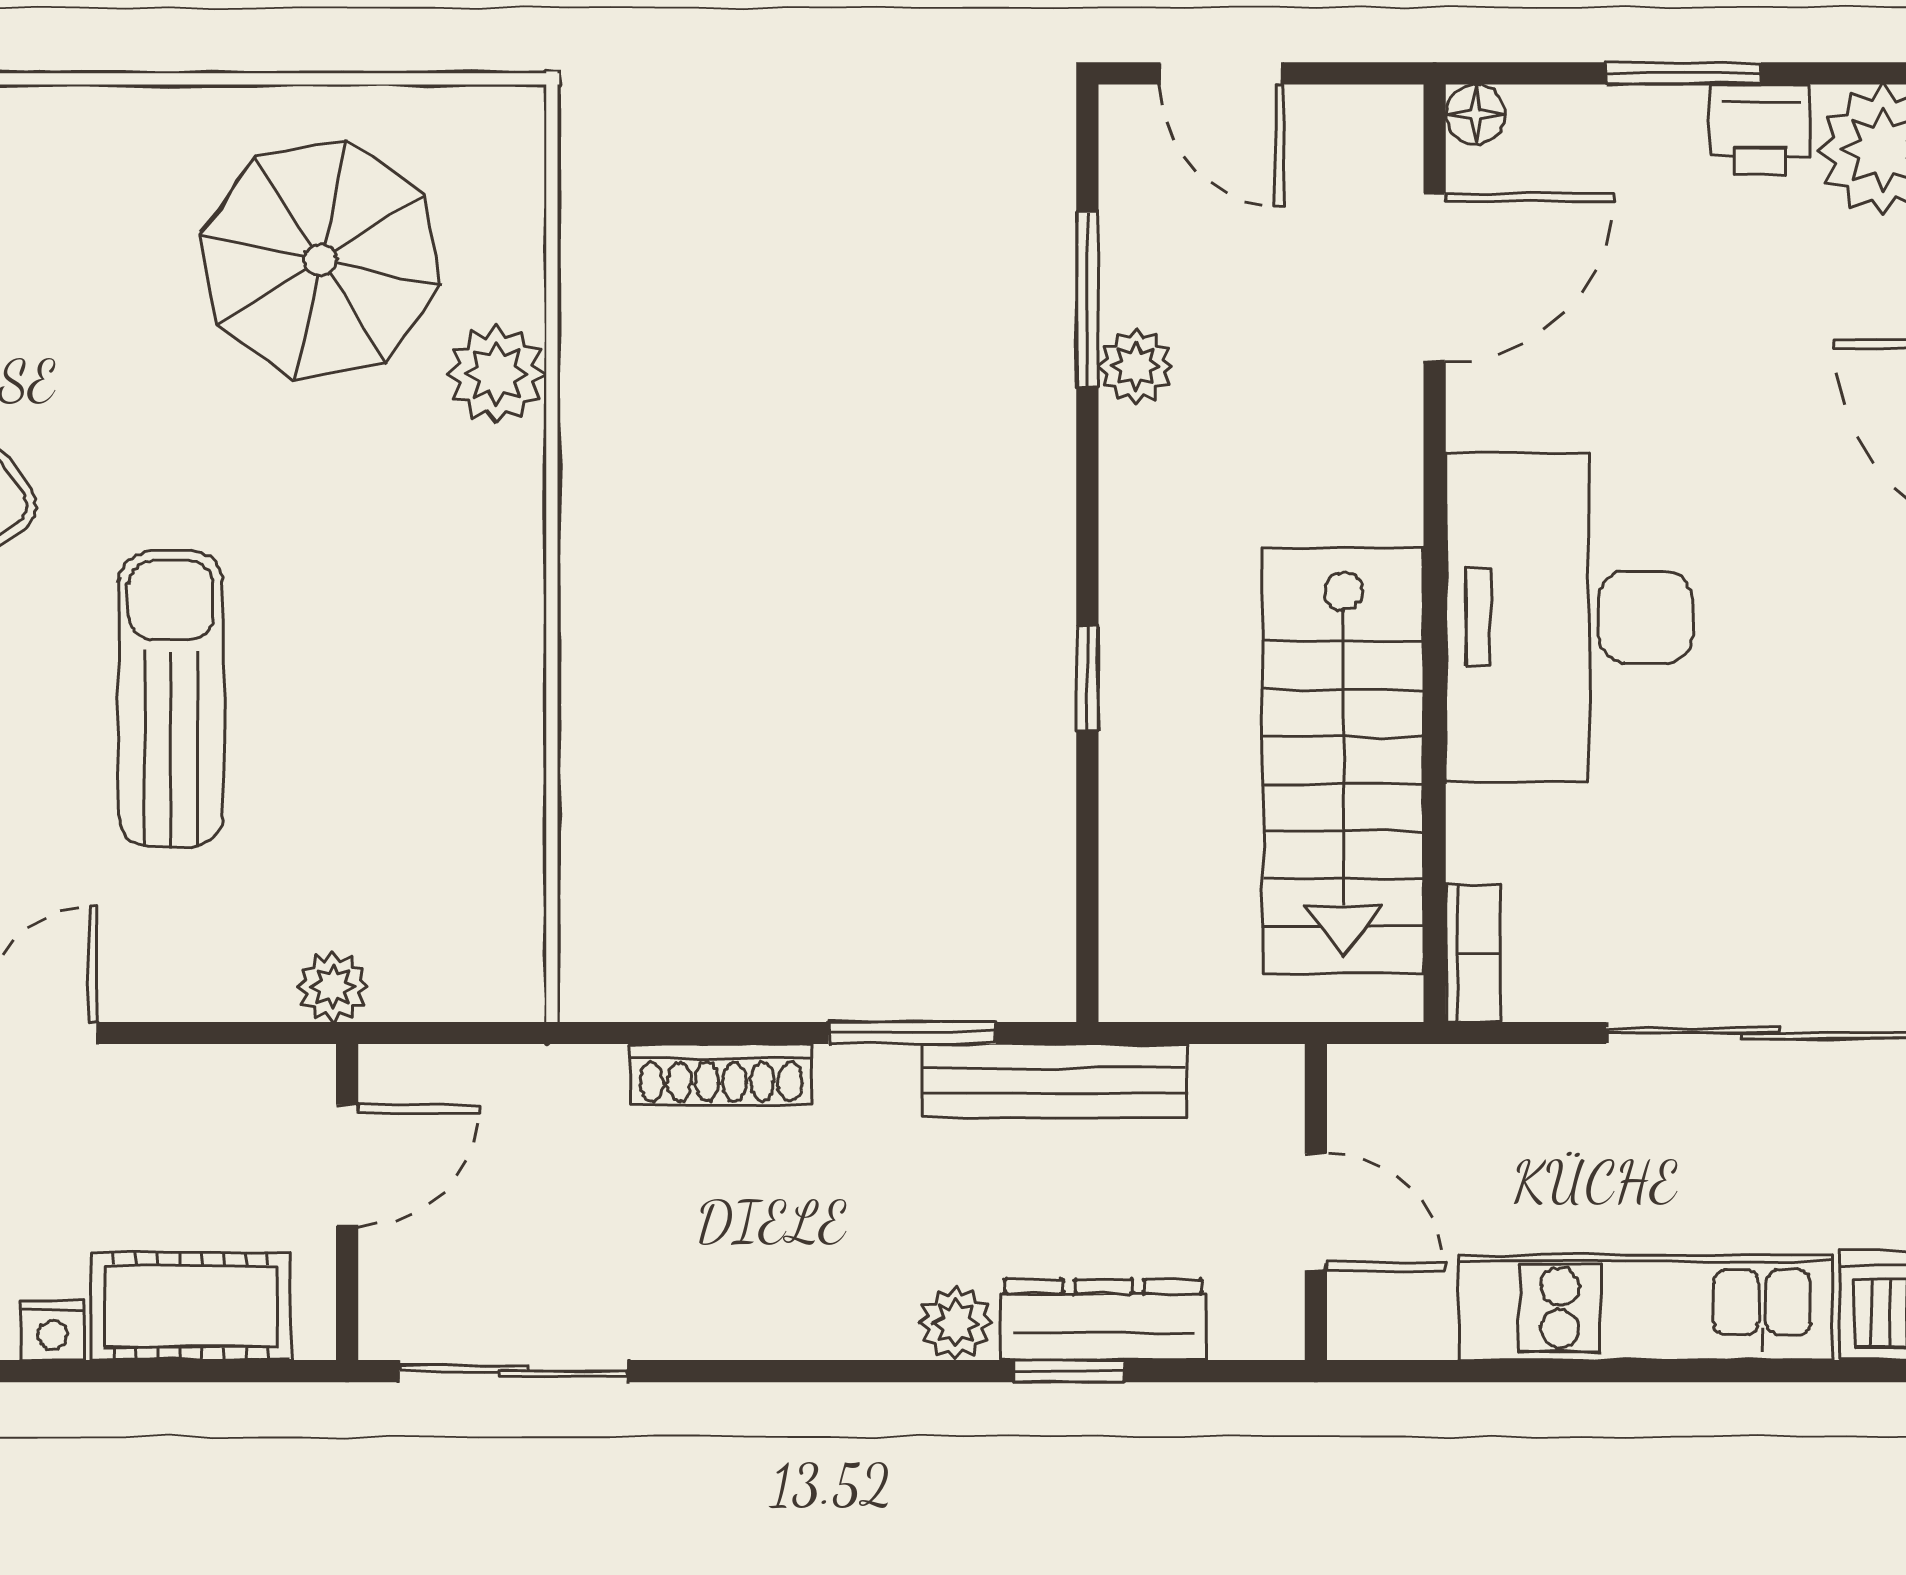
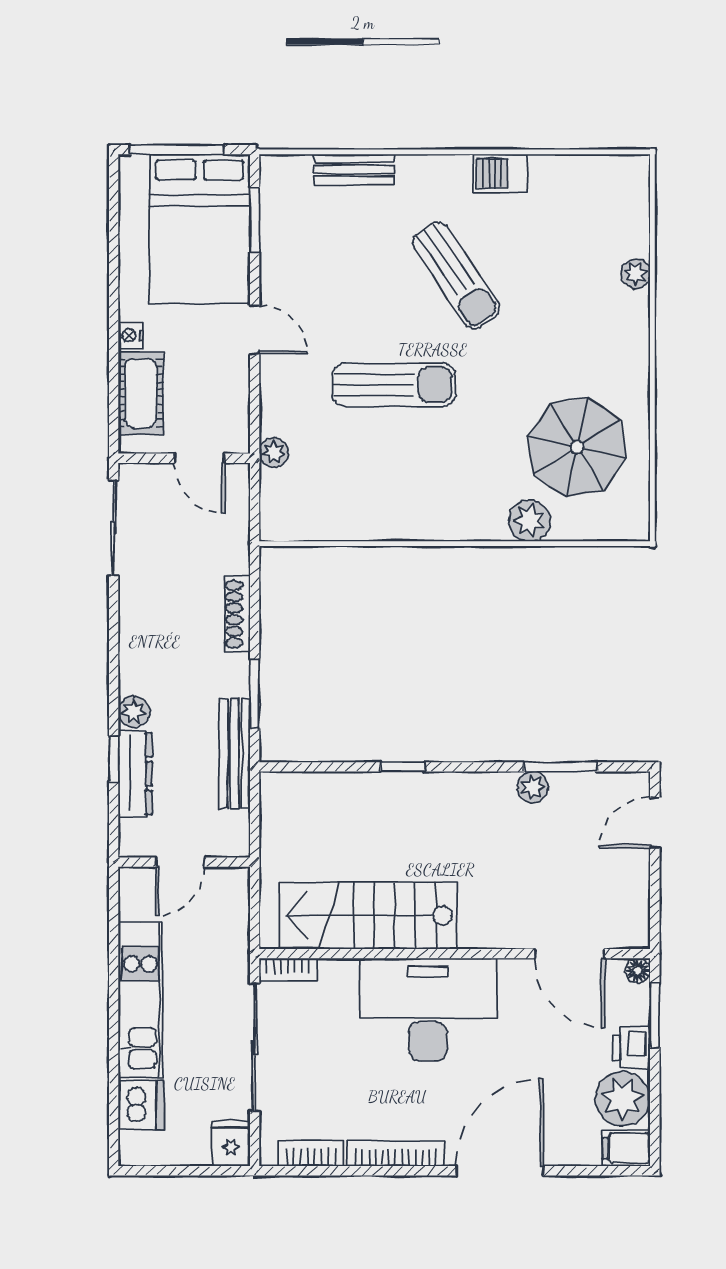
floor lamp: (1476, 114) -> (638, 971), moved
door: (1435, 277) -> (570, 954), moved
wall: (1435, 553) -> (455, 954), moved
desk: (1569, 617) -> (428, 1010), moved
stairs: (1343, 761) -> (368, 916), moved
bookcase: (1473, 953) -> (288, 970), moved

